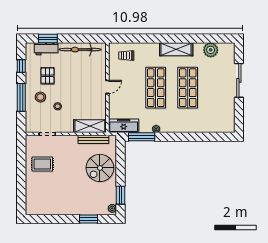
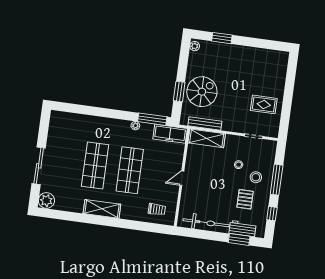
plant: (211, 50) -> (46, 200), moved
window: (121, 195) -> (179, 91), moved

